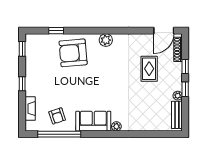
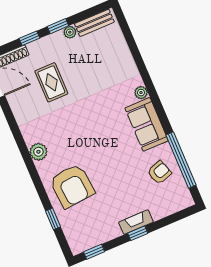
rug: (149, 69) -> (51, 82), turned 90
fireplace: (30, 109) -> (136, 222), moved

